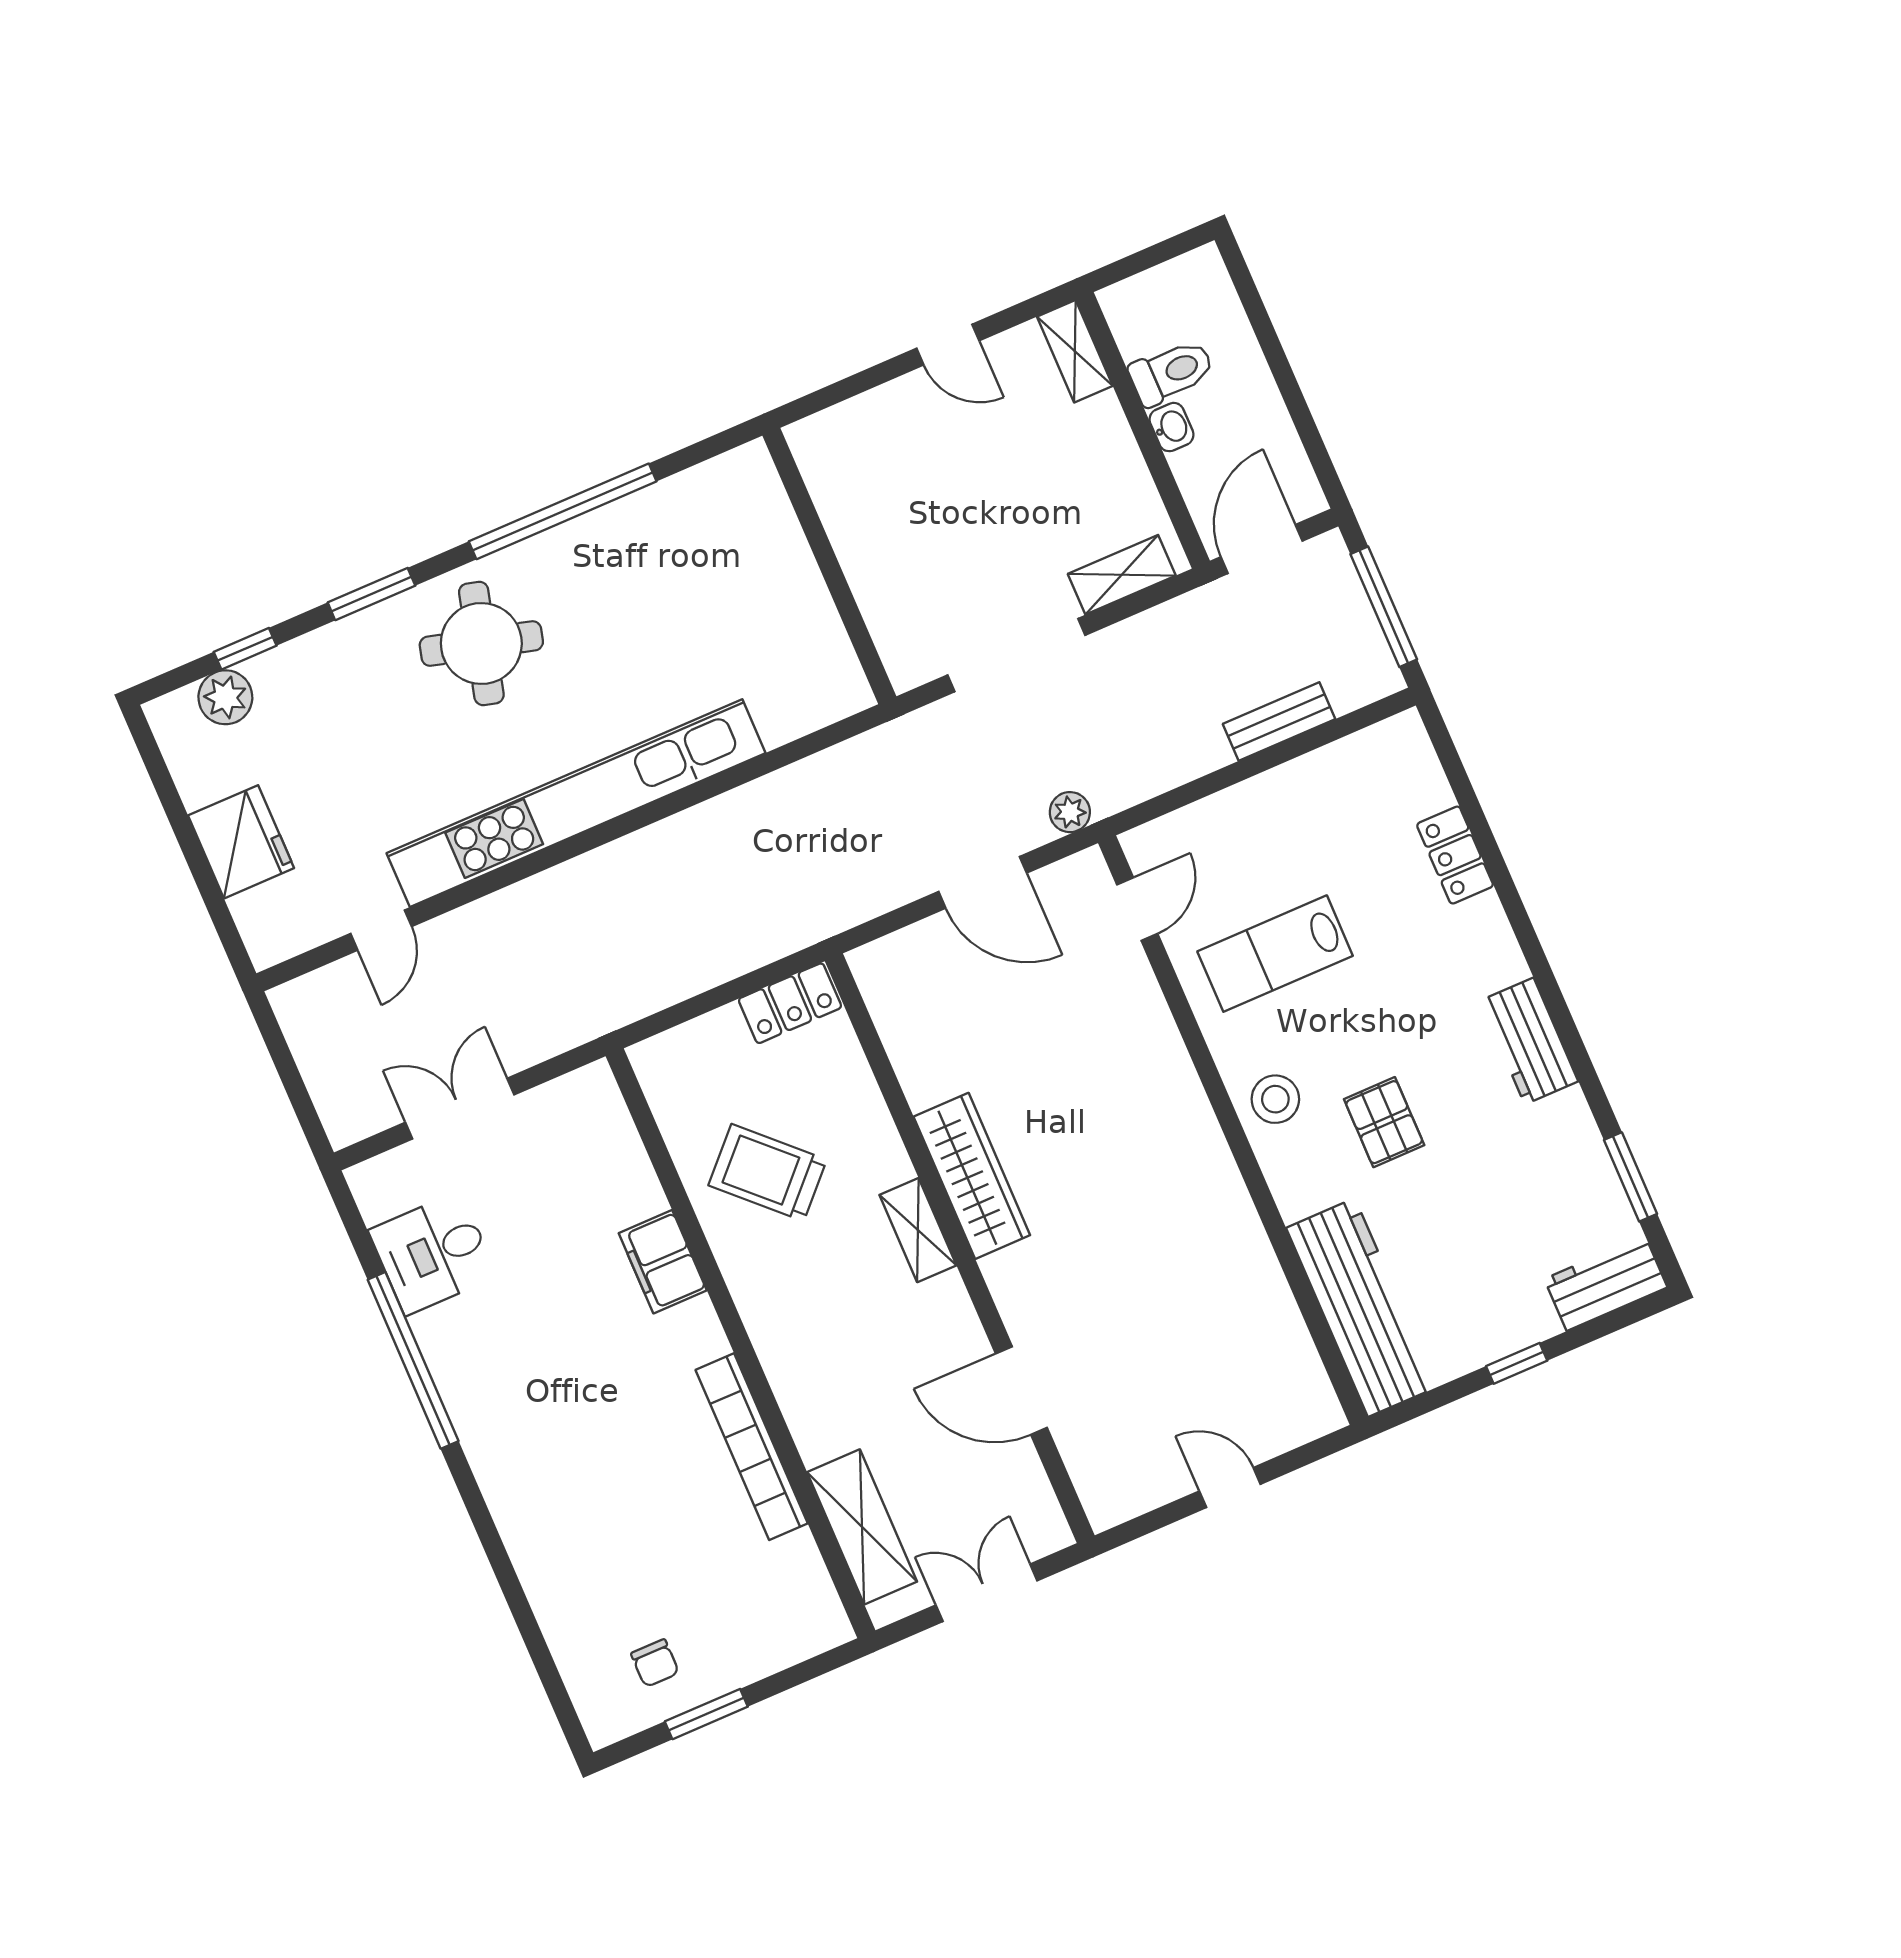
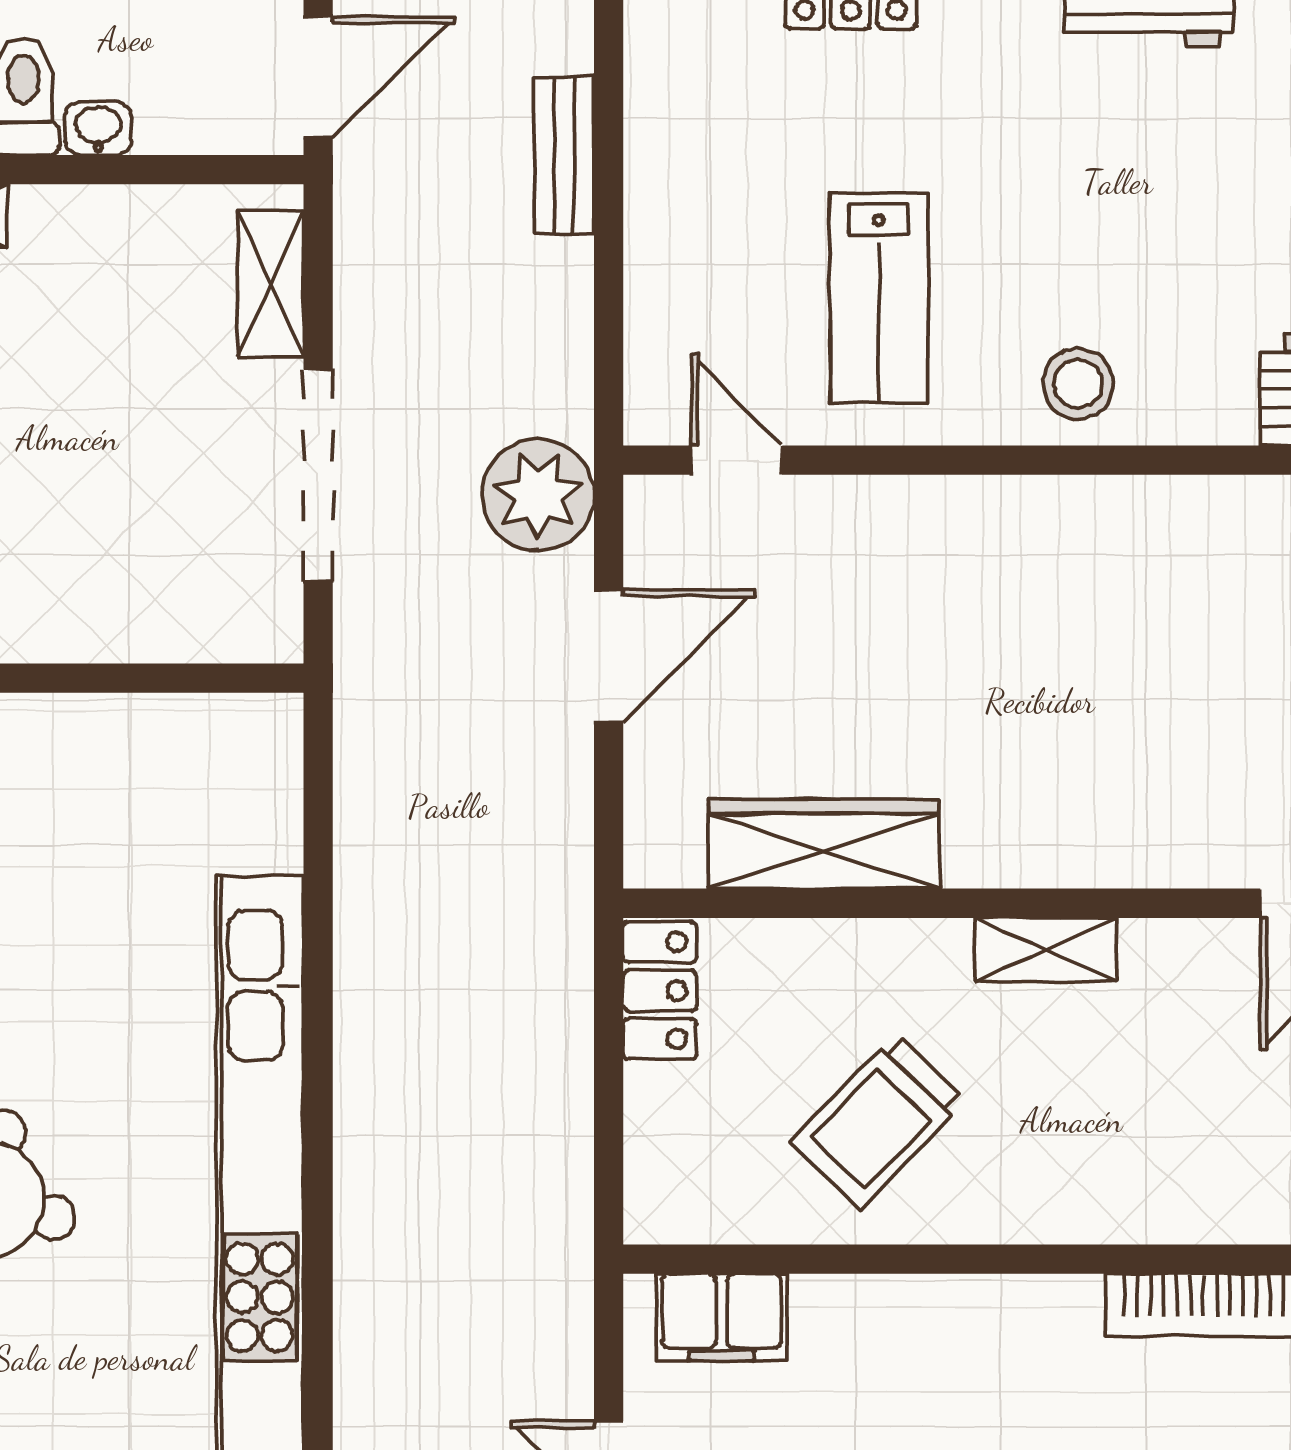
door: (1262, 549) -> (318, 77), swing flipped
plant: (1070, 812) -> (538, 495), width x1.88, depth x1.88
pallet: (1384, 1122) -> (1174, 249), removed
wardrobe: (972, 1176) -> (824, 844), moved
filing cabinet: (663, 1262) -> (722, 1317), moved

